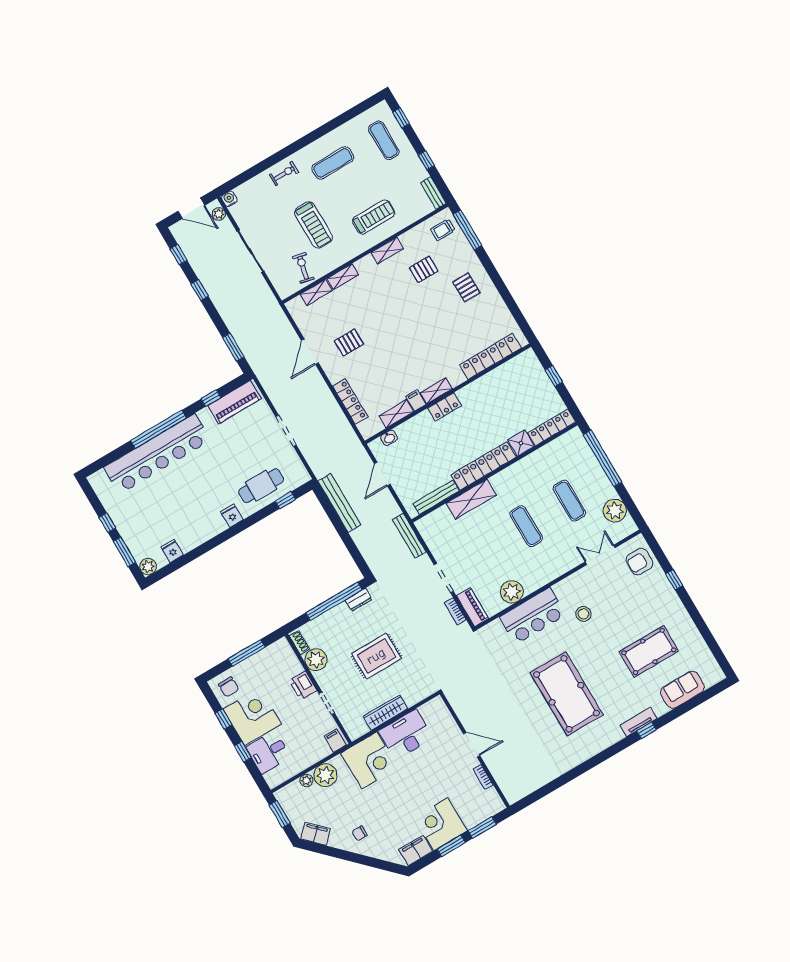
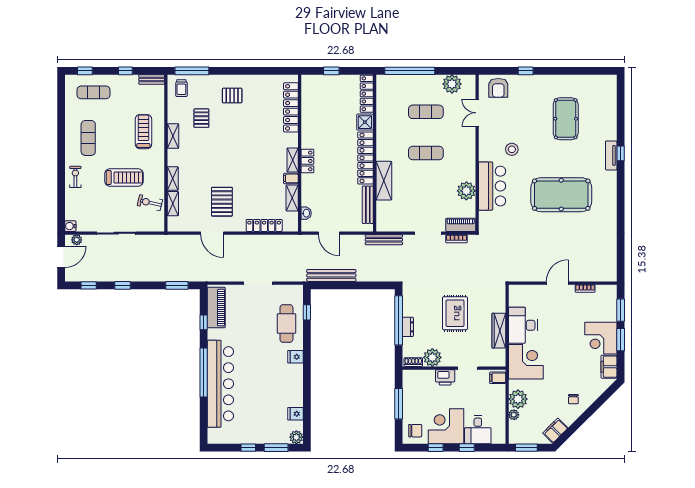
pallet: (349, 342) -> (222, 202), width x1.50, depth x1.42
dresser: (359, 600) -> (408, 327), moved
sofa: (682, 690) -> (607, 111), removed

